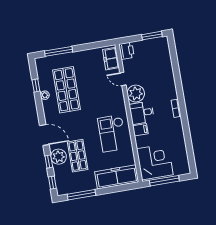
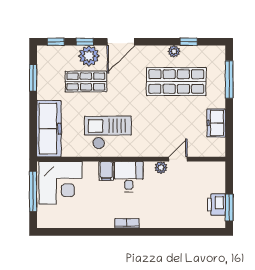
printer: (127, 51) -> (216, 205), moved, turned 90
freezer: (111, 59) -> (216, 123), moved, turned -90
plant: (136, 94) -> (161, 168), width x0.53, depth x0.53
window: (81, 195) -> (33, 78), width x0.69

